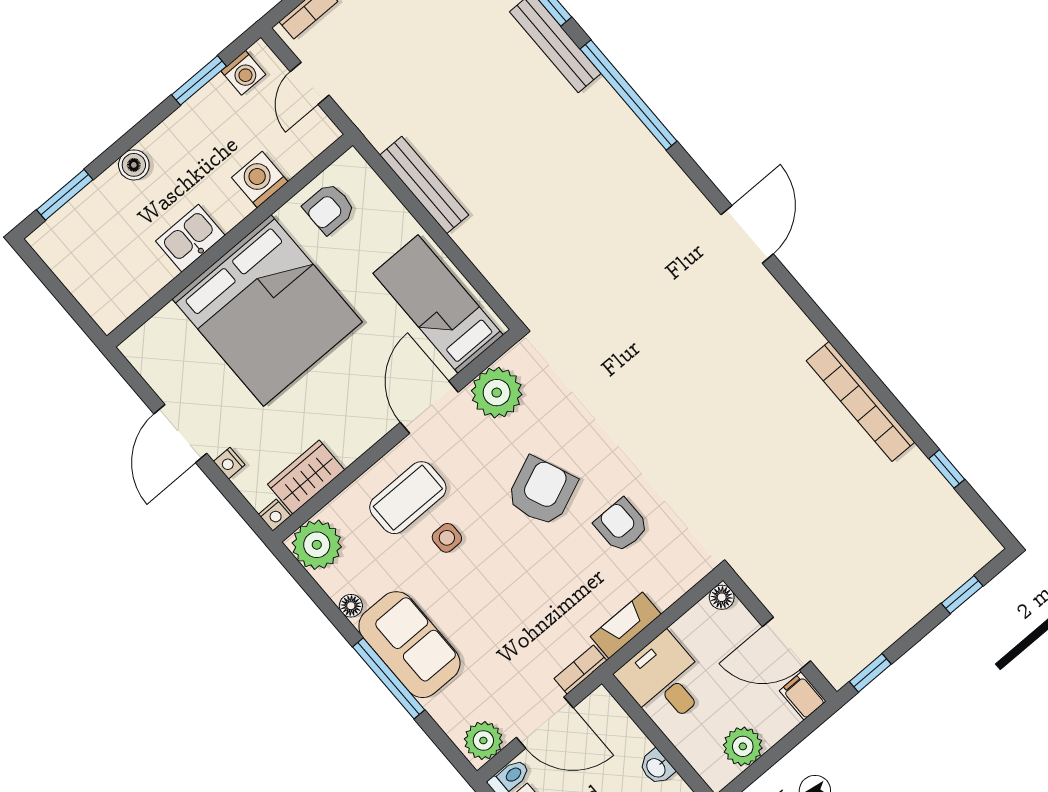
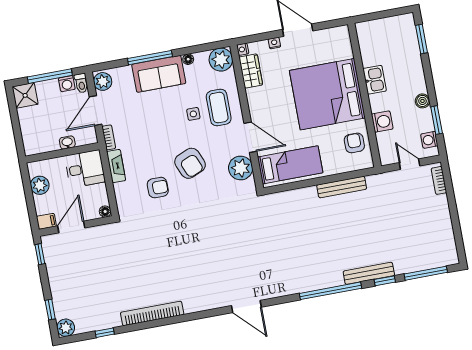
boiler: (134, 165) -> (422, 101), moved
plant: (979, 547) -> (66, 328), added
washbasin: (657, 767) -> (67, 143), moved

